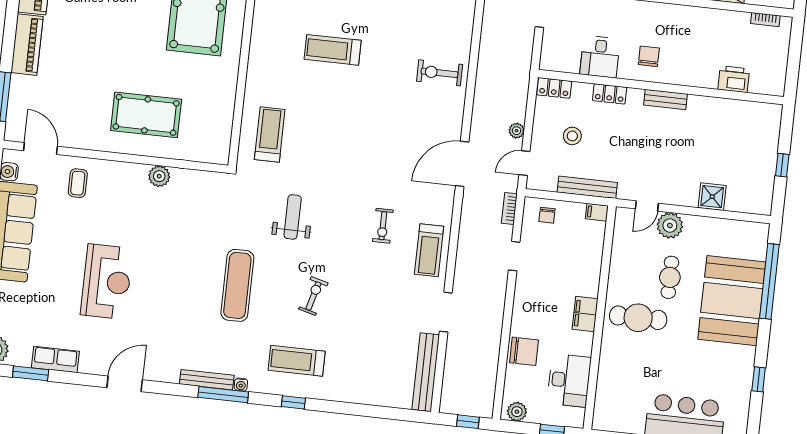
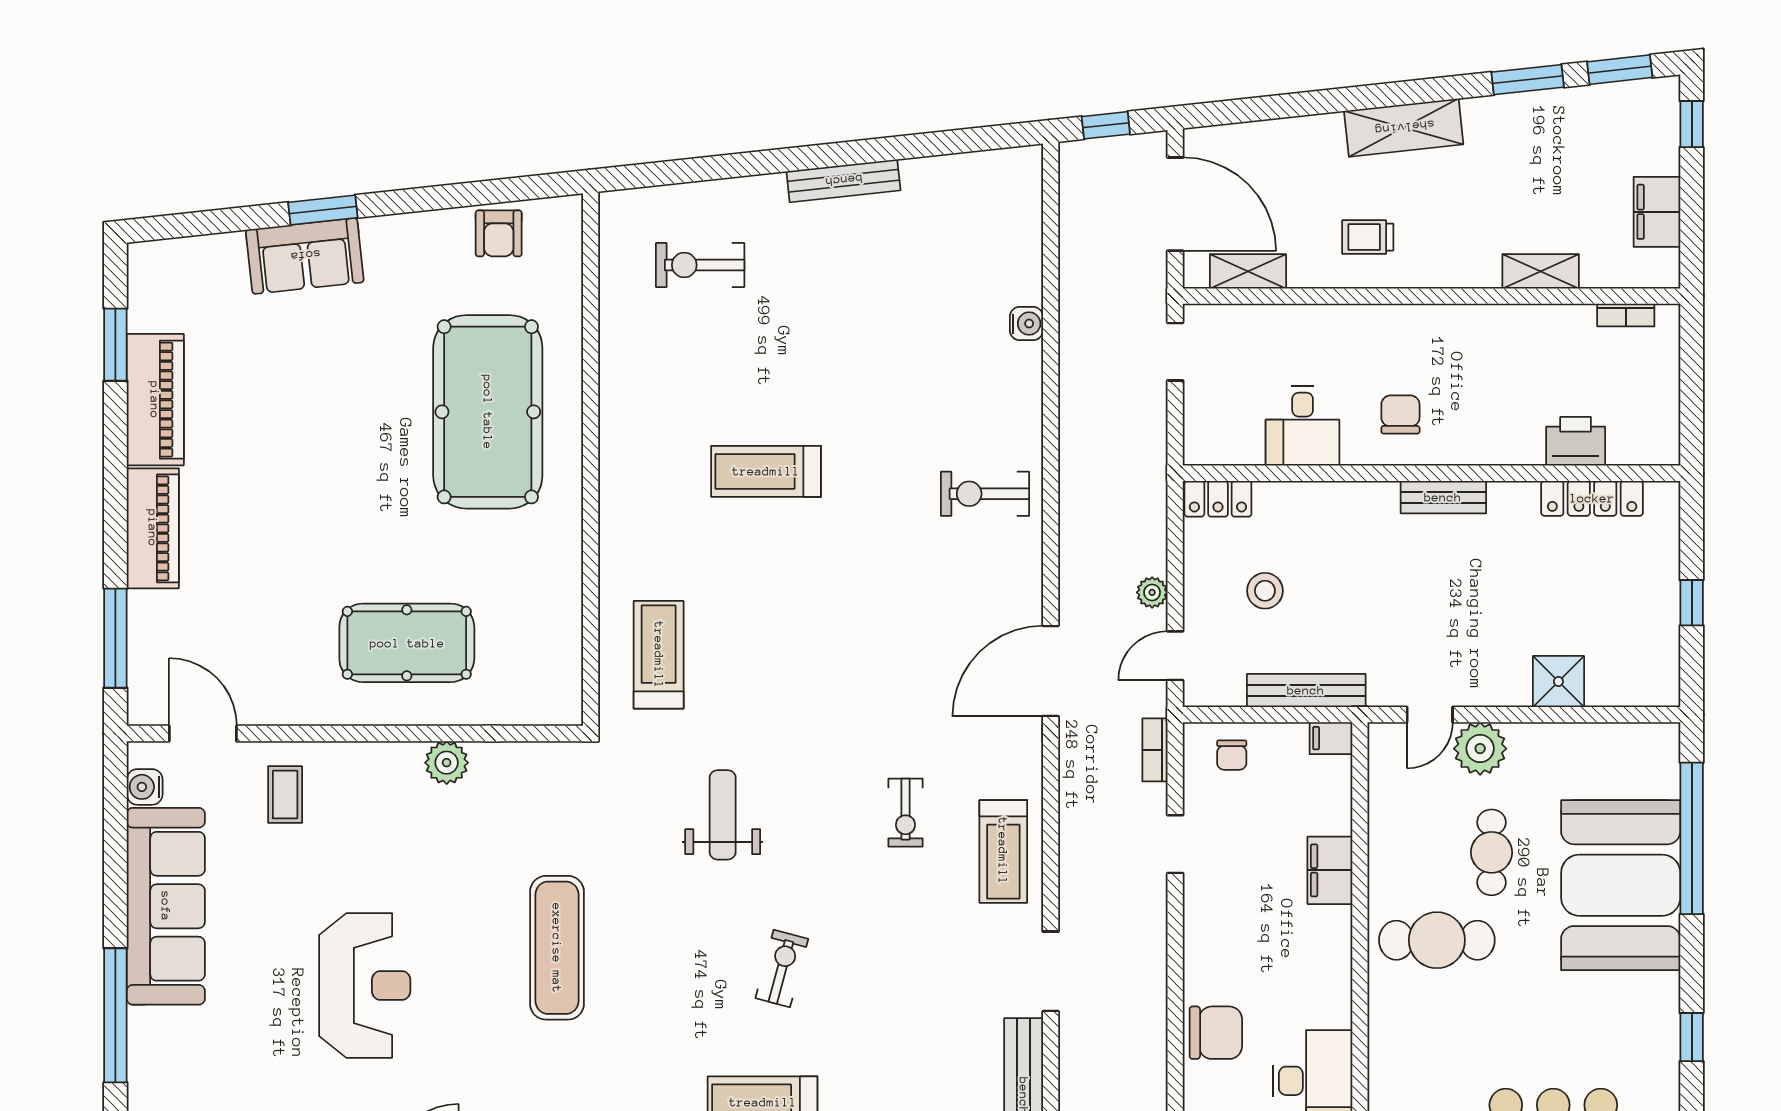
locker: (610, 94) -> (1592, 498), moved, width x1.53
exercise mat: (237, 285) -> (557, 948), moved
filing cabinet: (585, 314) -> (1330, 870), moved

